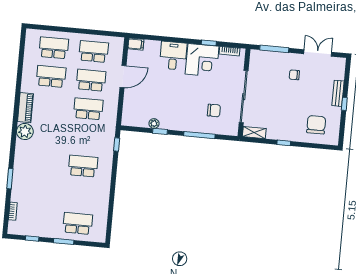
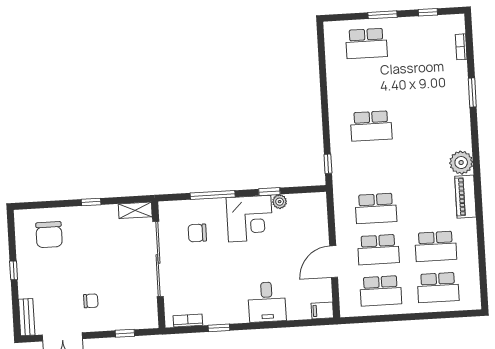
window: (274, 49) -> (125, 333), width x0.46
corner desk: (202, 60) -> (250, 219), moved, turned 180
bench: (338, 93) -> (27, 317), moved

